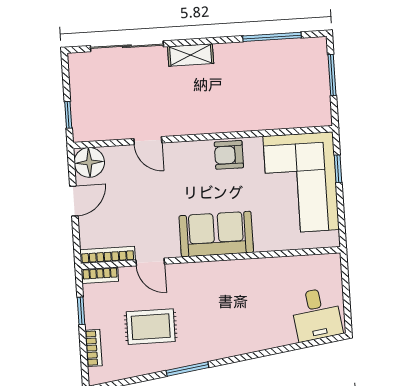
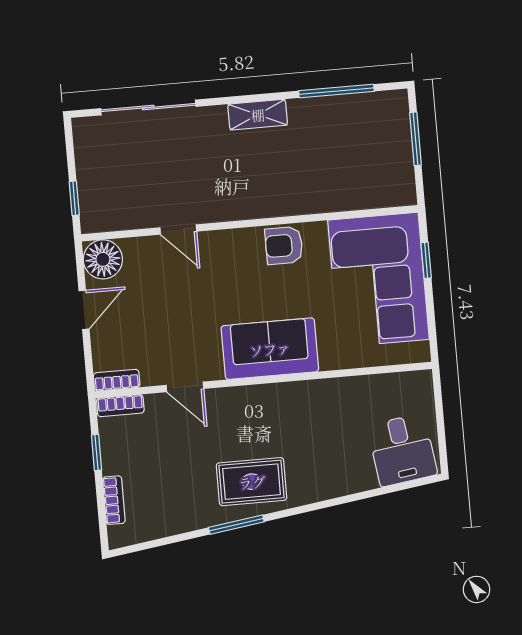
shelving: (191, 55) -> (258, 115), moved
bookcase: (108, 255) -> (117, 380), width x0.64
rug: (151, 327) -> (252, 482), moved

